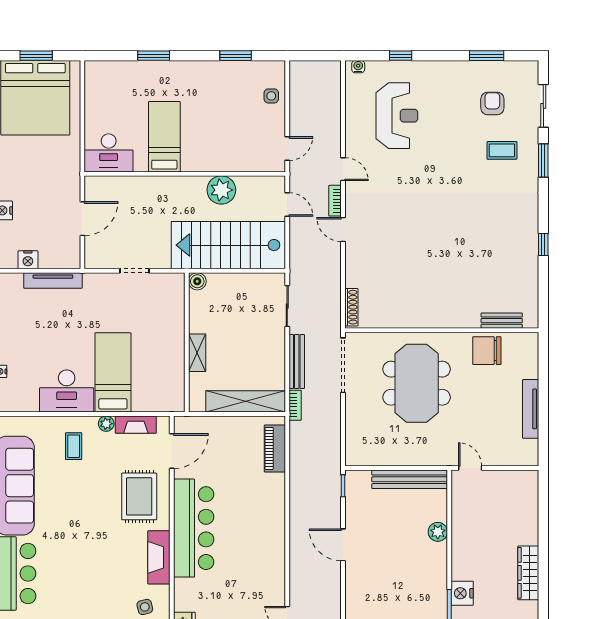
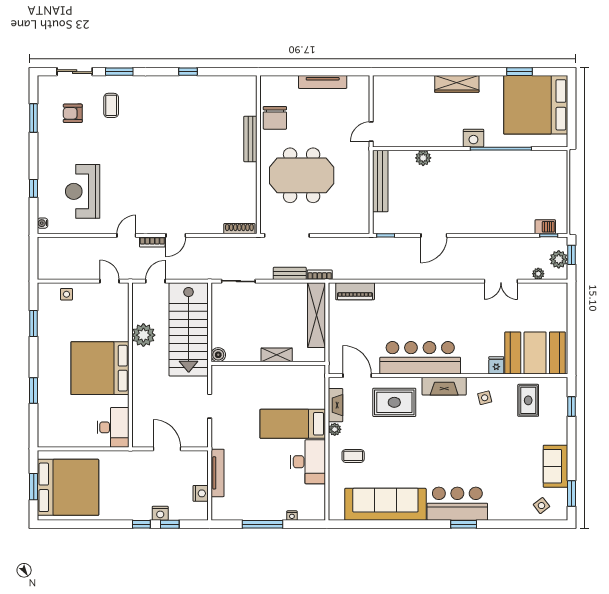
reception desk: (397, 116) -> (83, 191), turned -90
bed: (164, 137) -> (100, 368), width x2.04
bench: (502, 321) -> (250, 139), moved, width x1.36
bench: (297, 362) -> (290, 273), width x0.73

